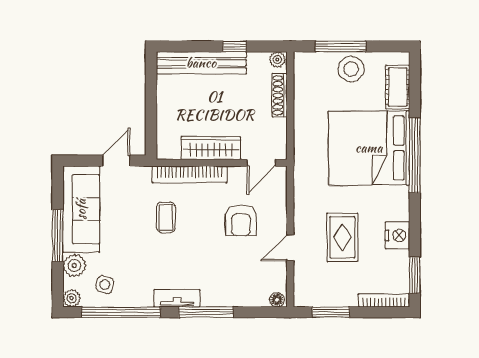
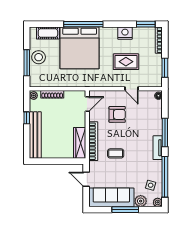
wardrobe: (211, 148) -> (80, 143), moved
door: (261, 163) -> (87, 104), hinge flipped

